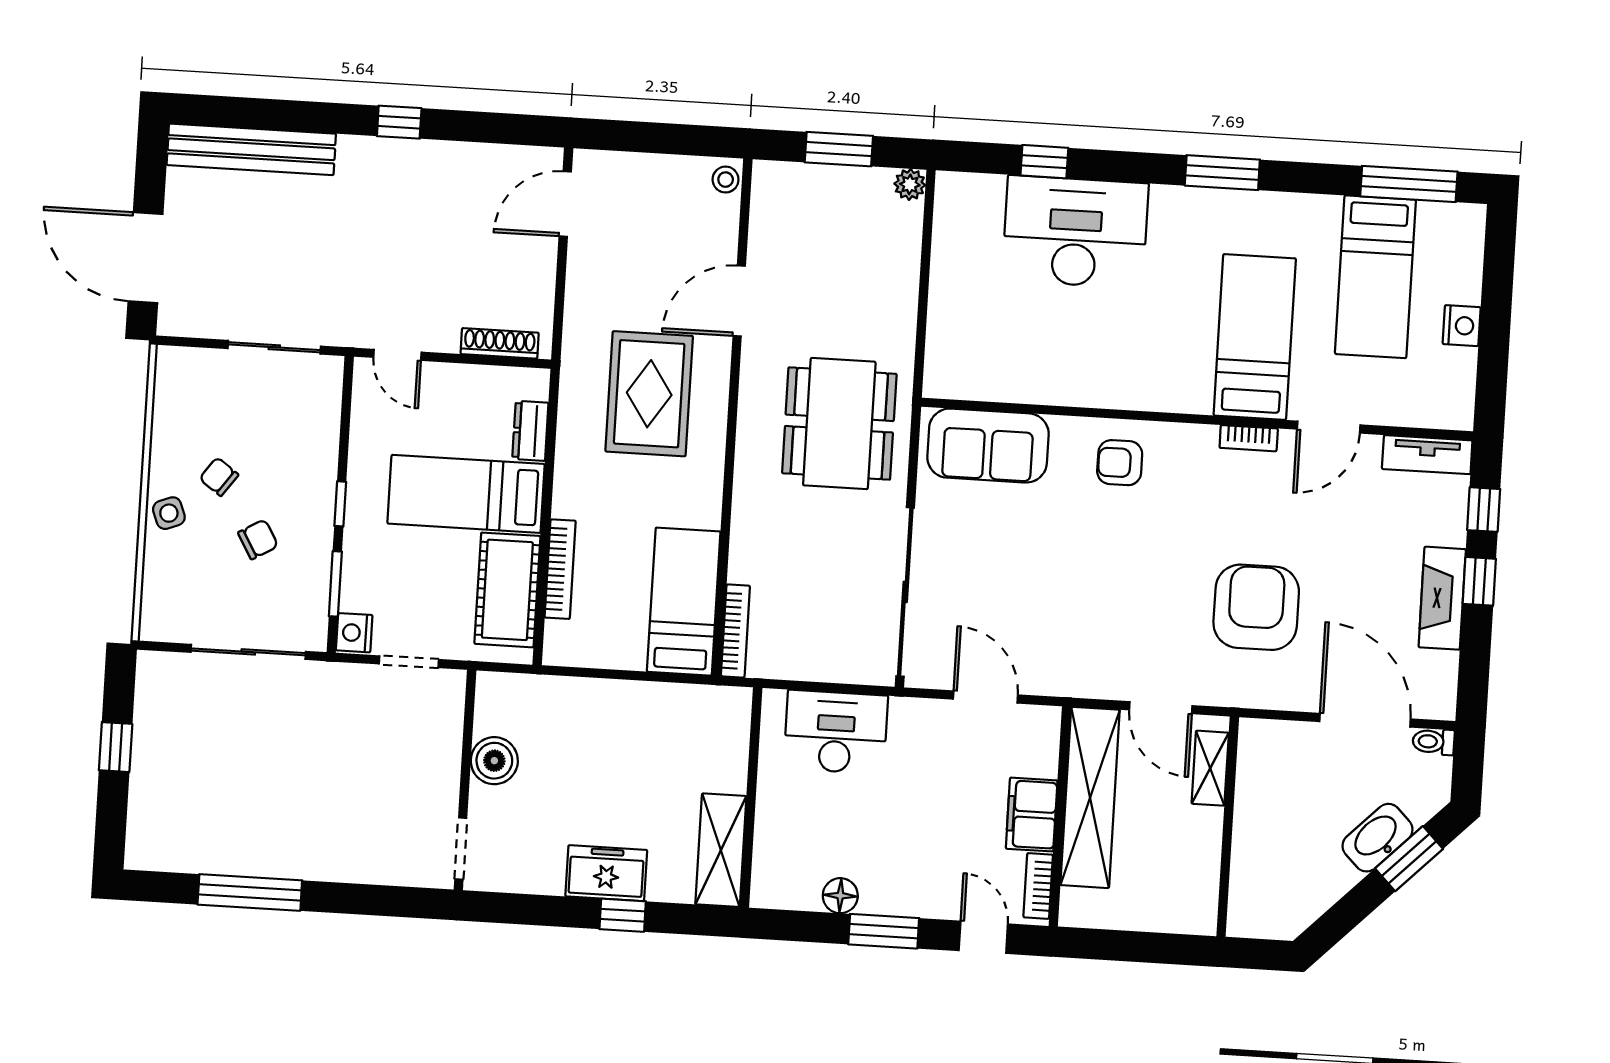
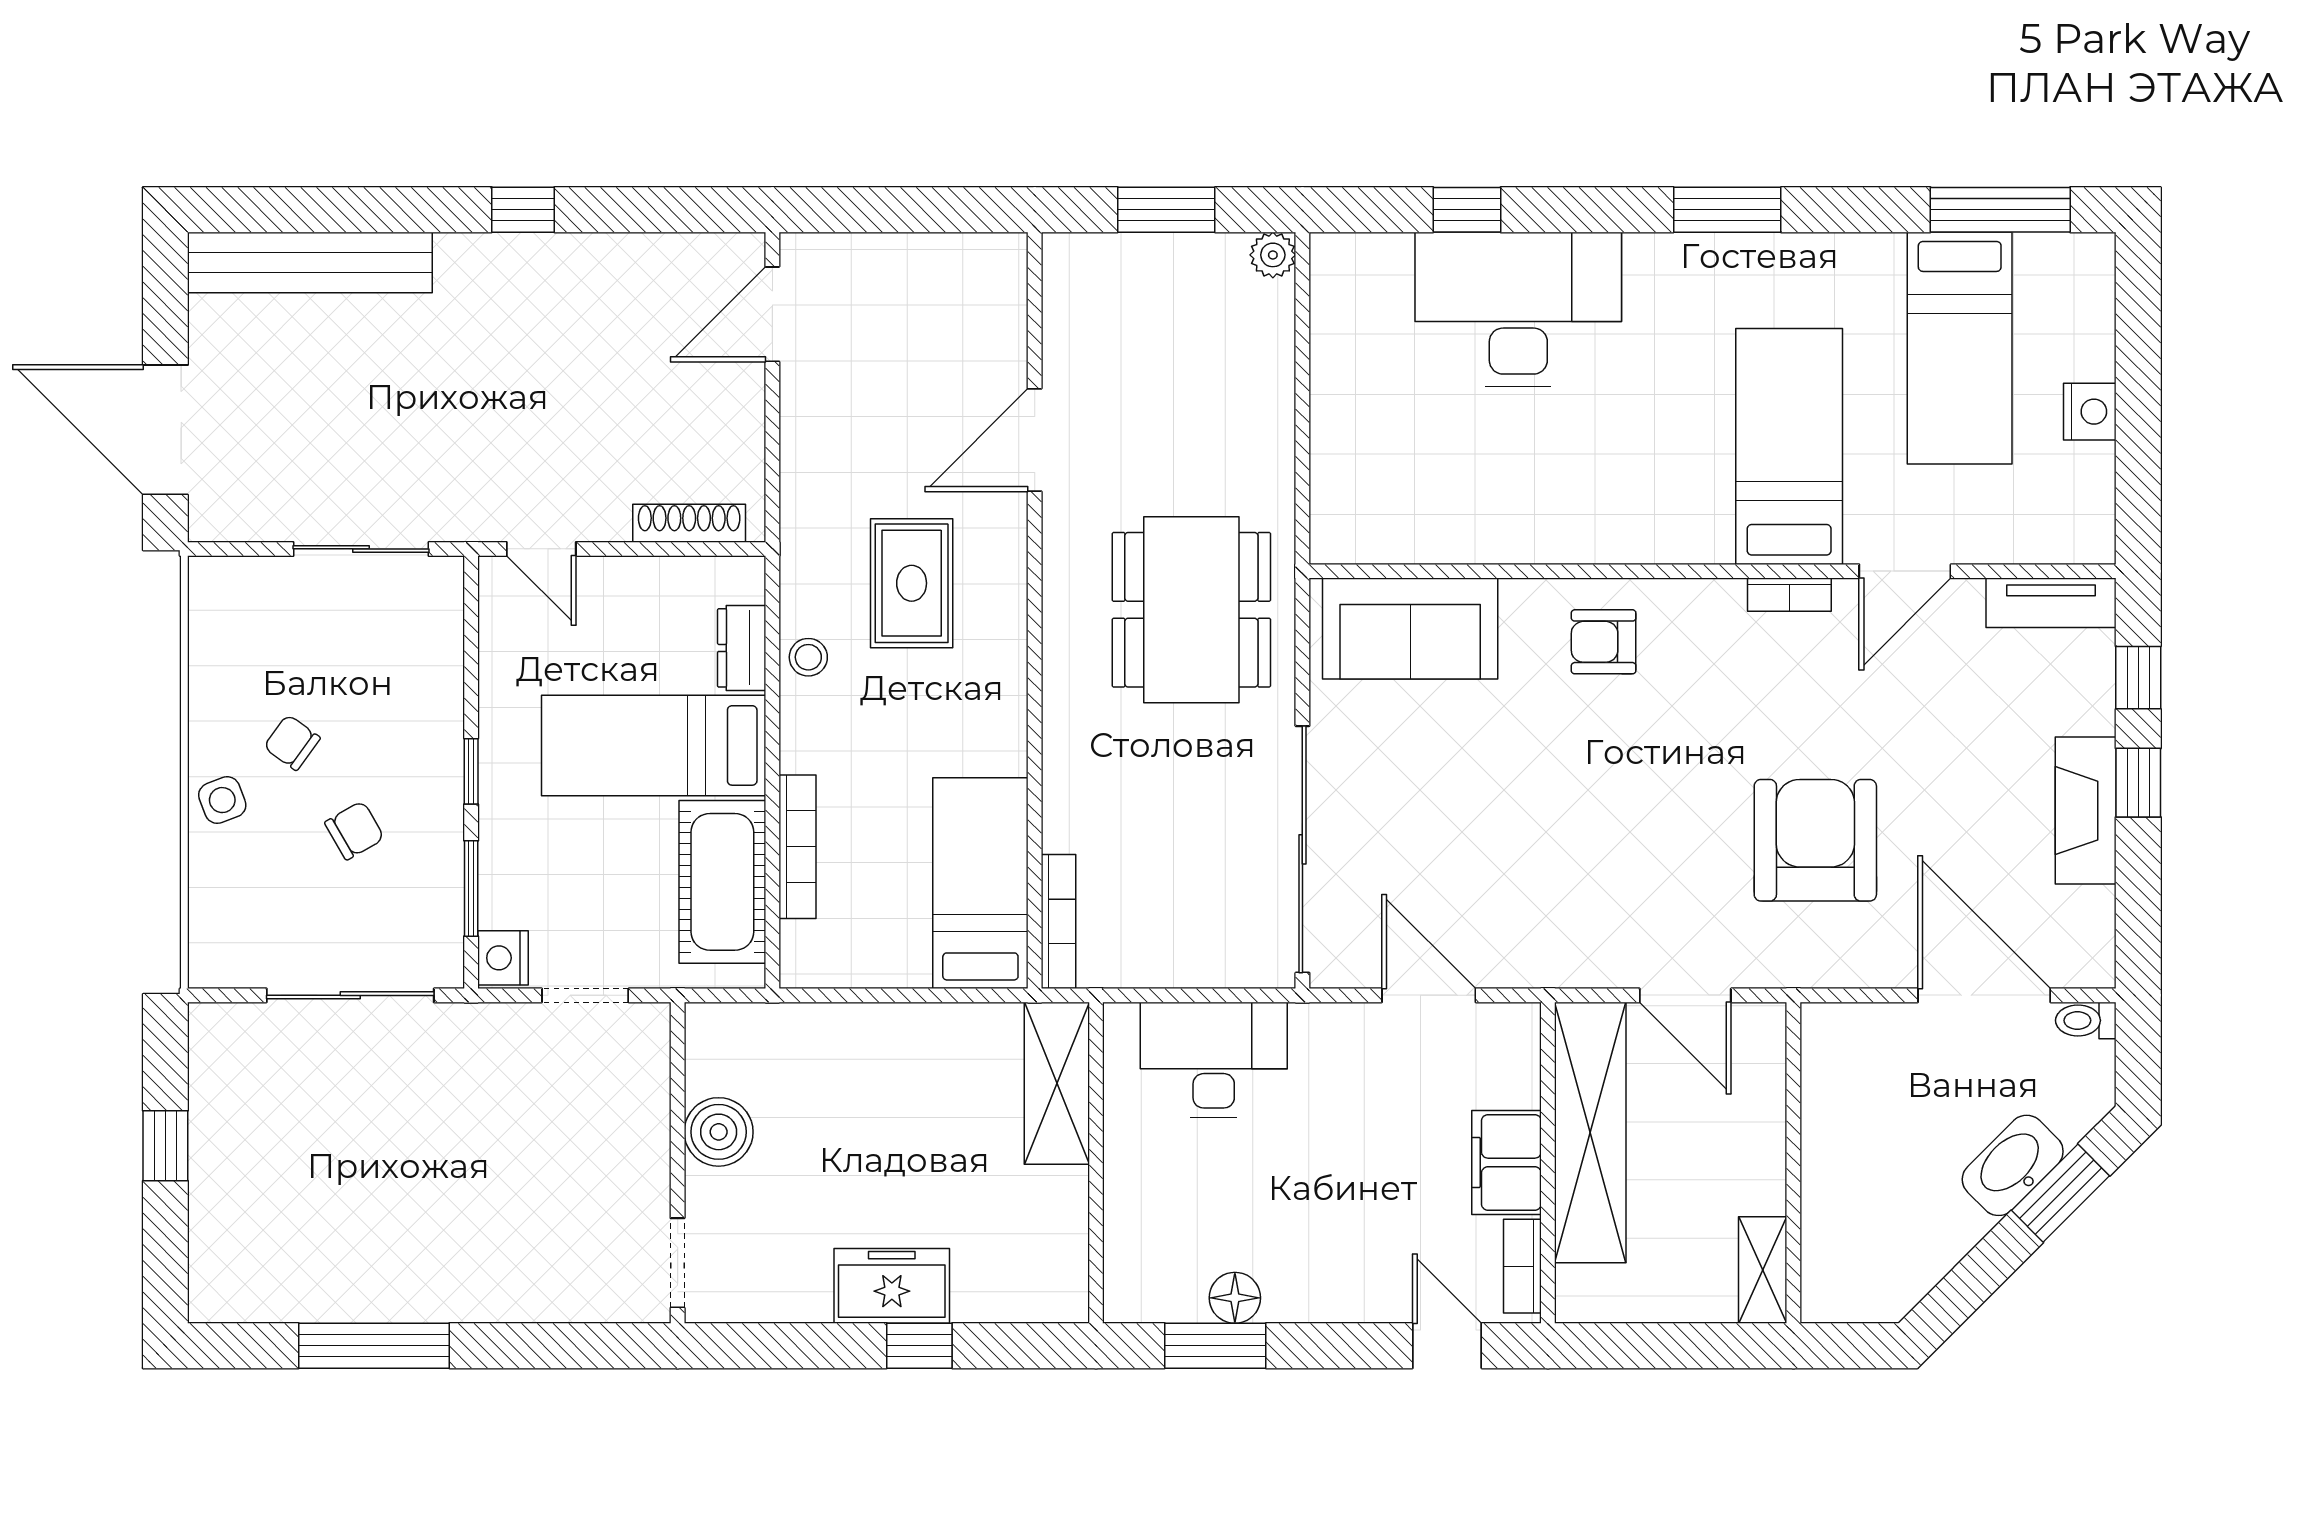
stool: (726, 180) -> (808, 657), moved
rug: (649, 394) -> (912, 583), width x0.73, depth x0.70
shelving: (1210, 768) -> (1763, 1270), moved
shelving: (721, 850) -> (1057, 1083), moved
window: (884, 931) -> (1215, 1346), moved

